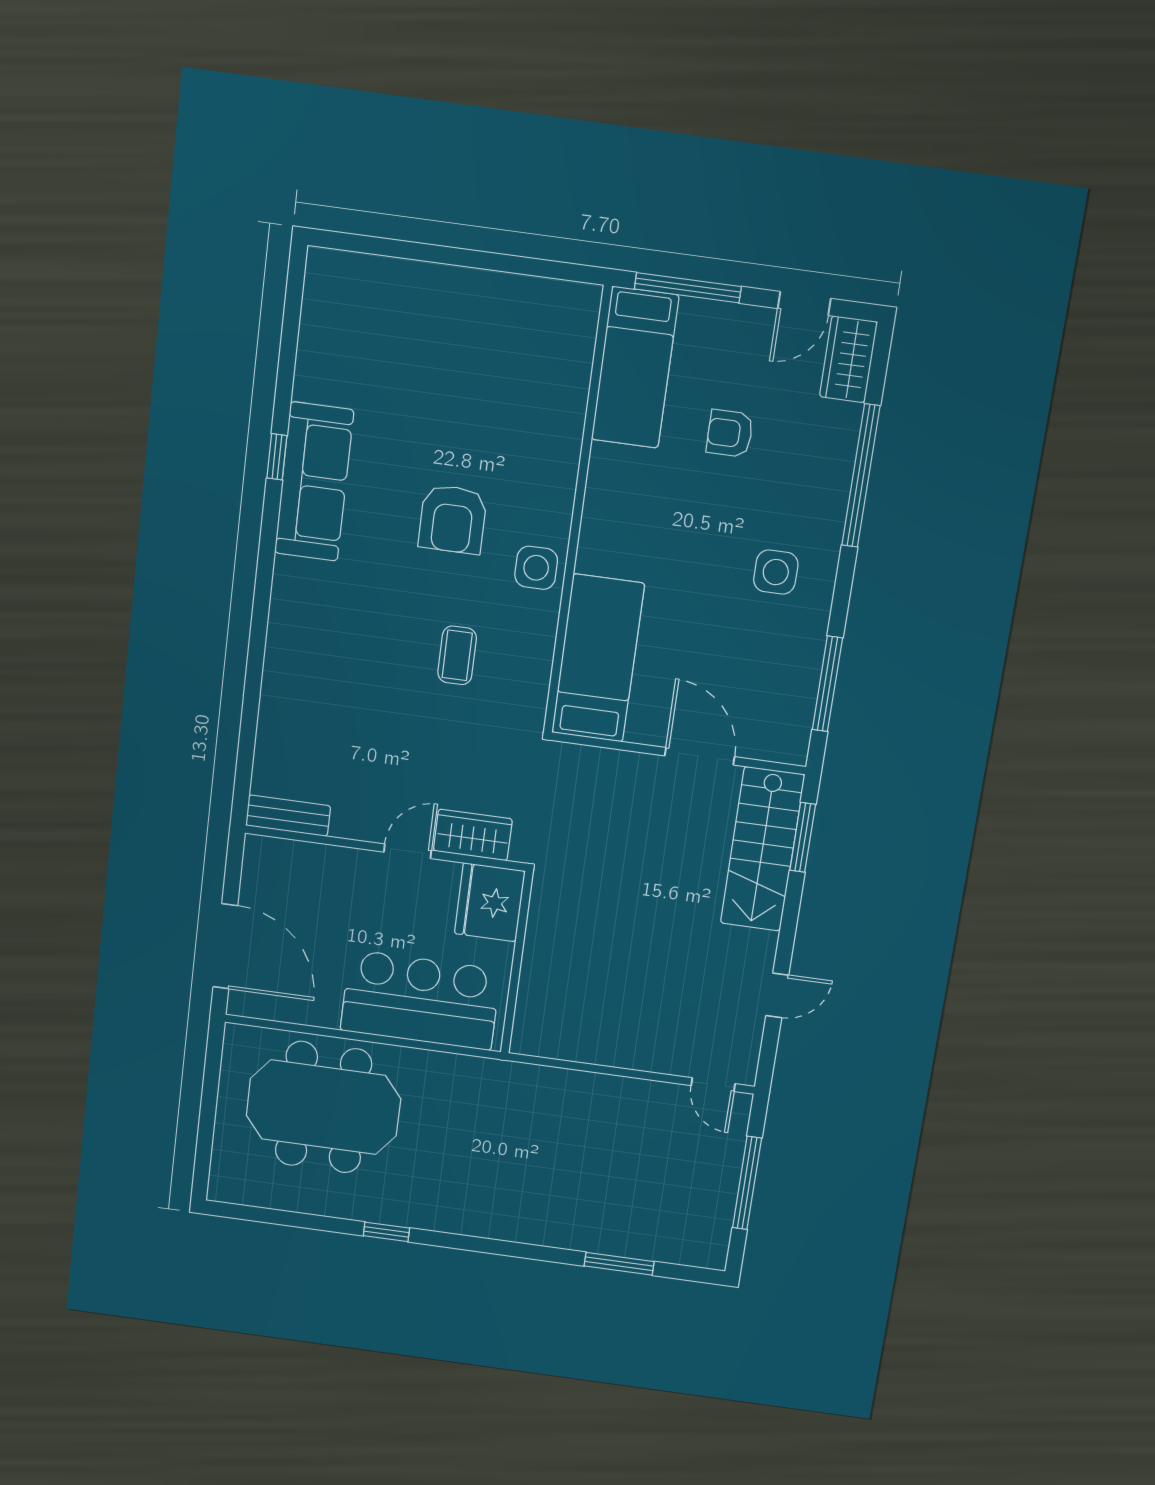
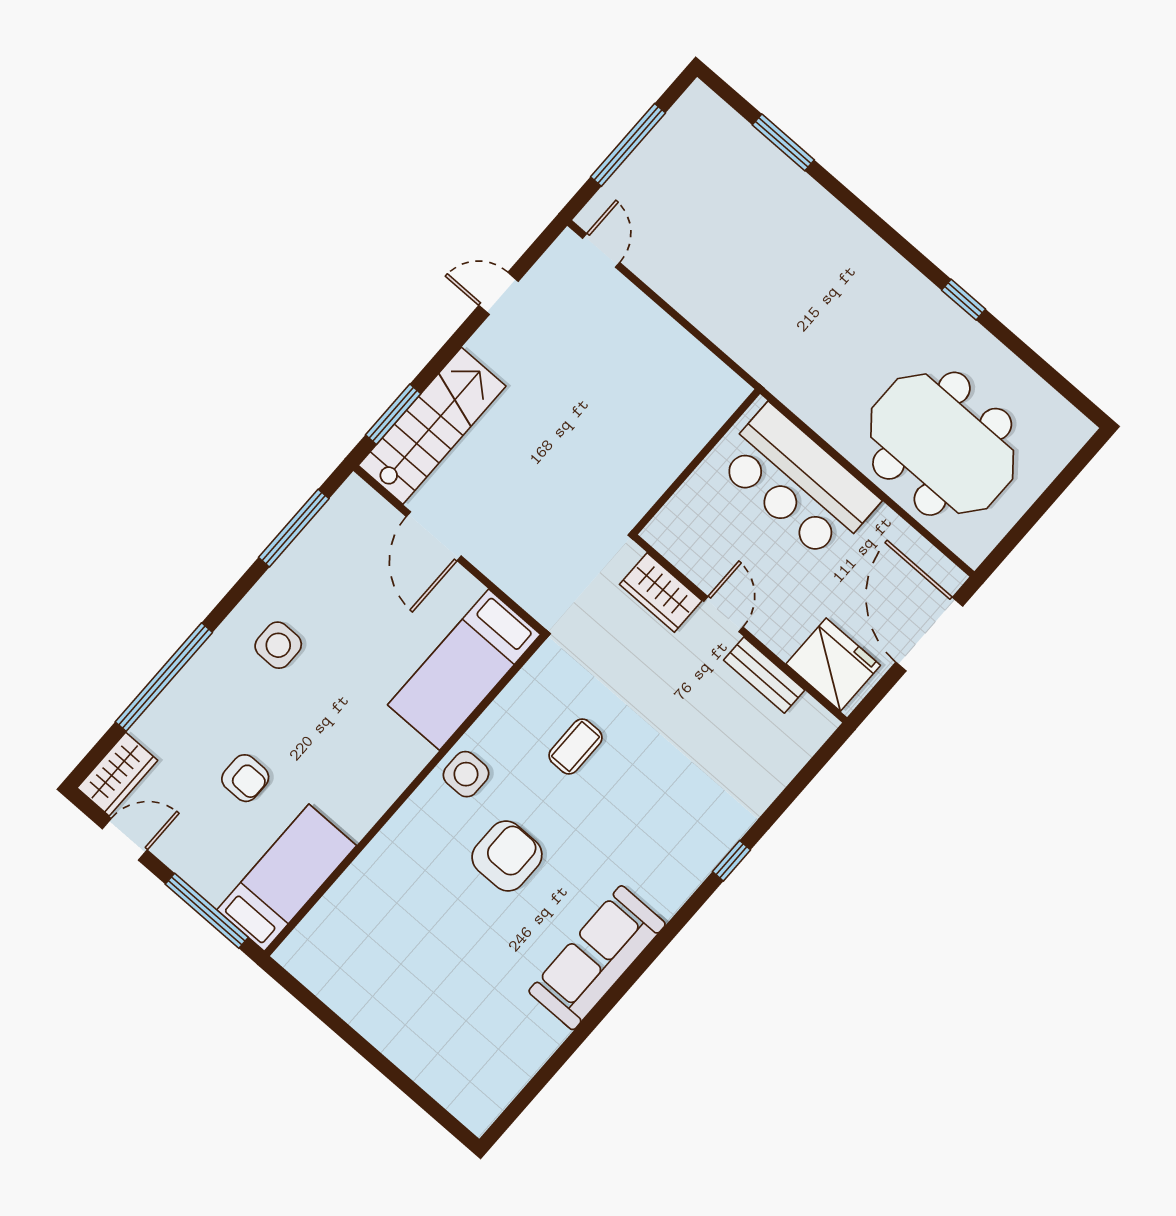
window: (277, 457) -> (731, 861), moved
bench: (288, 816) -> (764, 675), moved
door: (408, 851) -> (723, 614), swing flipped
fridge: (490, 902) -> (833, 665), moved, turned -90

